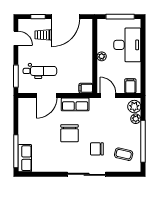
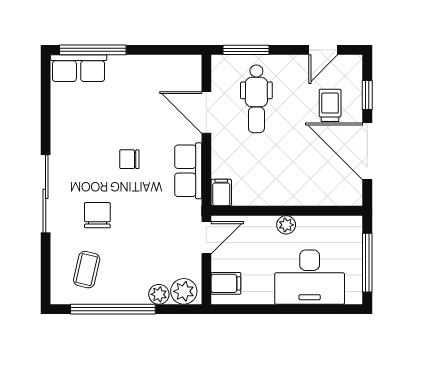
chair: (69, 133) -> (129, 159), width x0.54, depth x0.54

